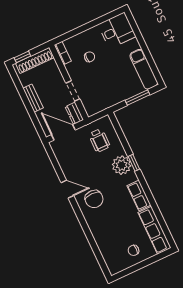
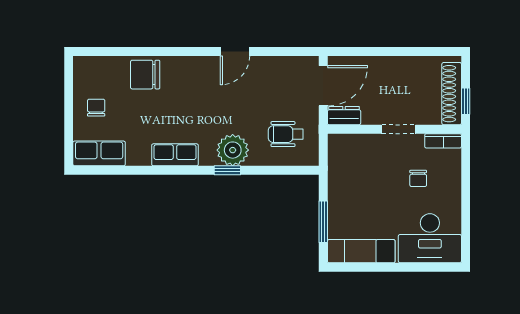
desk: (117, 31) -> (430, 238), width x1.37
window: (22, 57) -> (466, 101), moved
doorway: (73, 91) -> (399, 129), moved
bench: (33, 98) -> (396, 64), removed
chair: (94, 199) -> (145, 75), moved
row of seats: (154, 230) -> (99, 153), width x0.68

